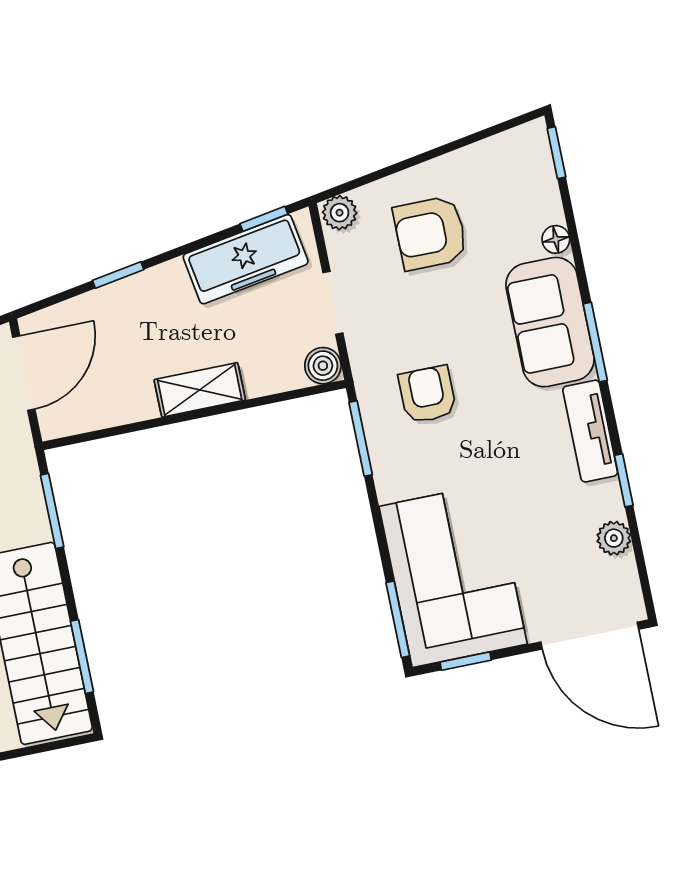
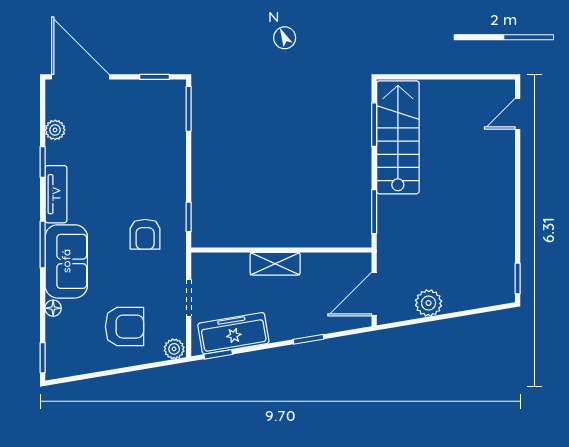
boiler: (323, 366) -> (202, 263), removed
window: (361, 438) -> (189, 217), width x0.67
corner sofa: (453, 575) -> (152, 128), removed

